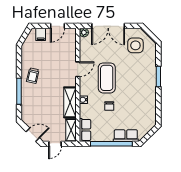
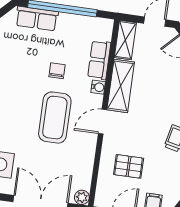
pallet: (59, 55) -> (129, 166), added
door: (78, 69) -> (103, 122), moved
row of seats: (85, 130) -> (99, 60), moved

